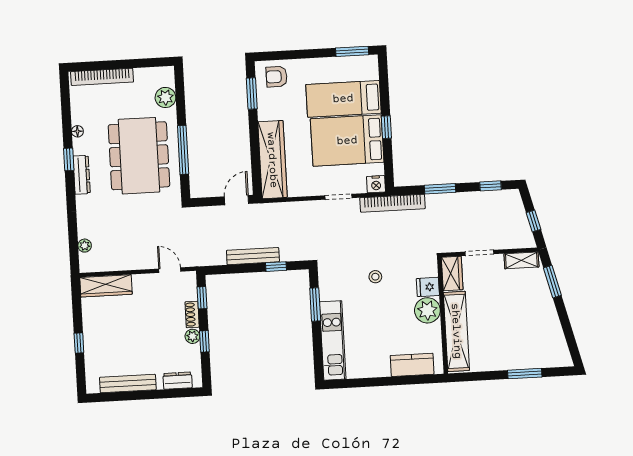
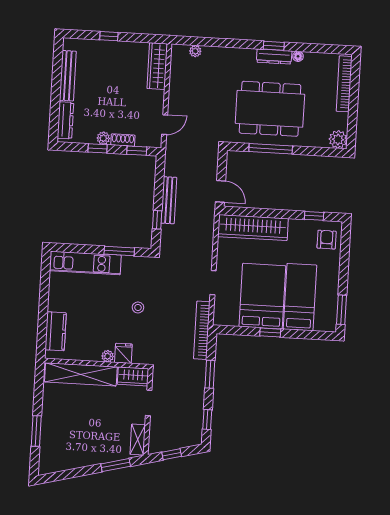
window: (252, 93) -> (314, 216), width x0.67
plant: (165, 97) -> (338, 139), moved
dresser: (82, 175) -> (274, 56), moved
nightstand: (376, 184) -> (220, 318), removed
plant: (427, 310) -> (108, 356), width x0.53, depth x0.53
dresser: (178, 381) -> (65, 120), width x1.44

